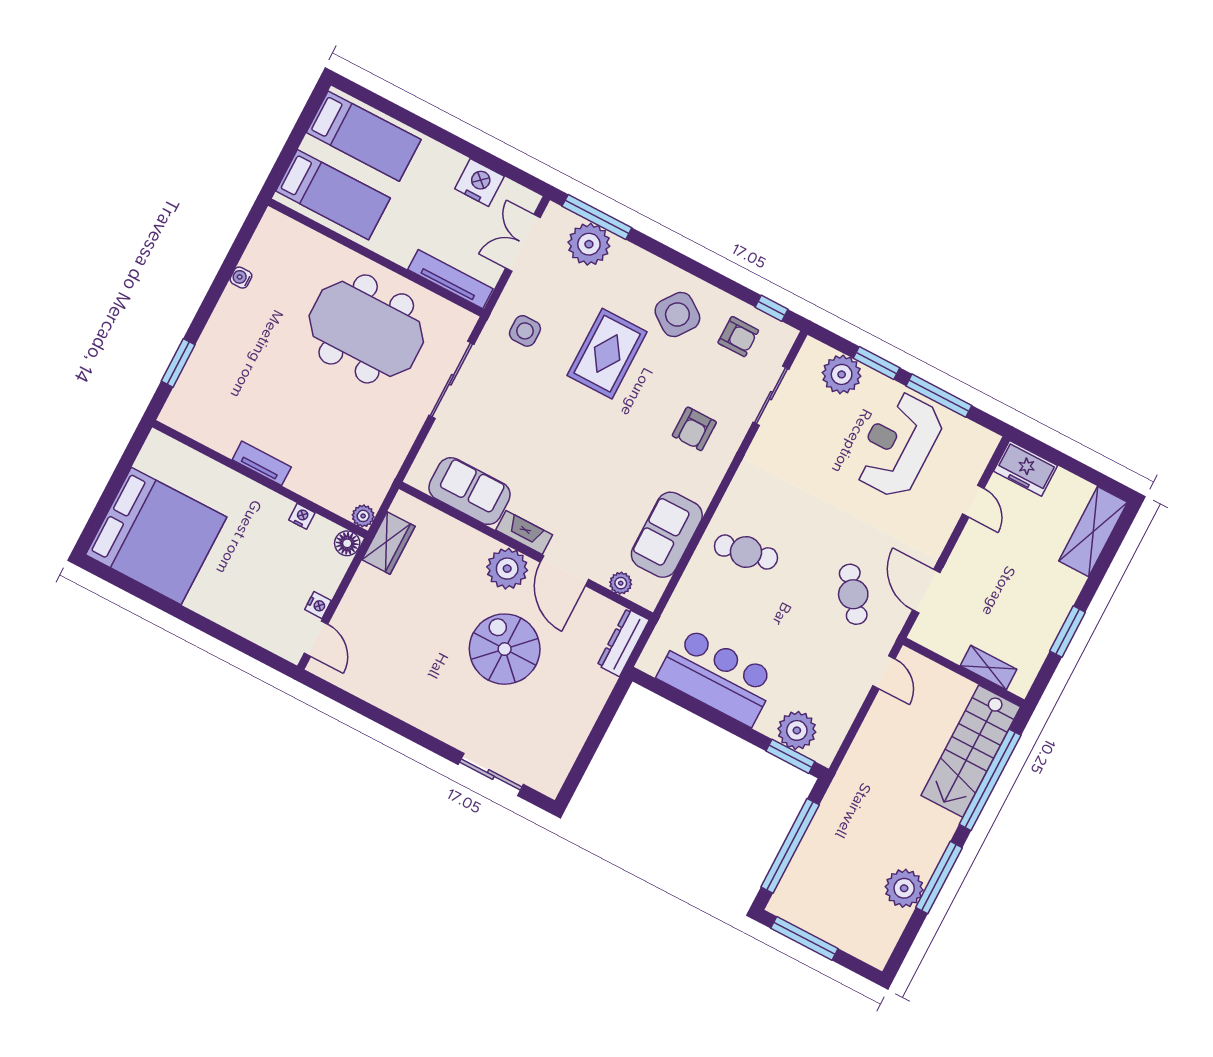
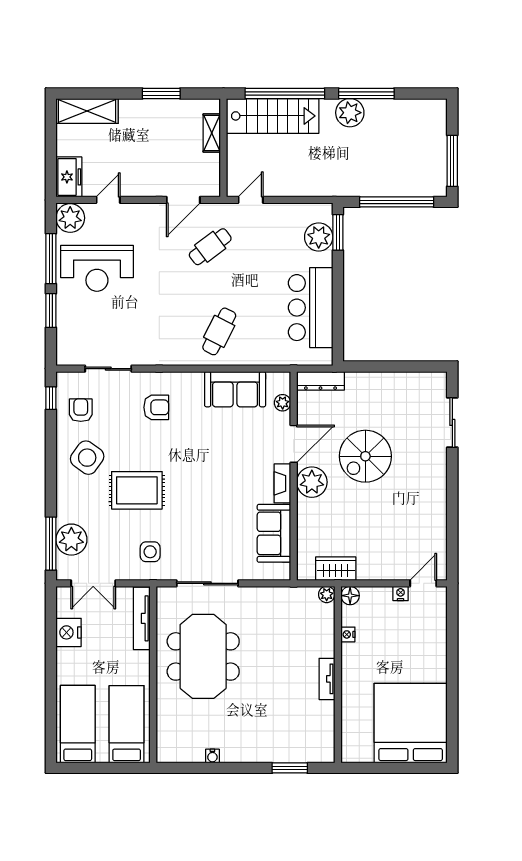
plant: (842, 374) -> (70, 218), moved
cafe table: (746, 552) -> (219, 331), turned 38
plant: (904, 888) -> (350, 113), moved

